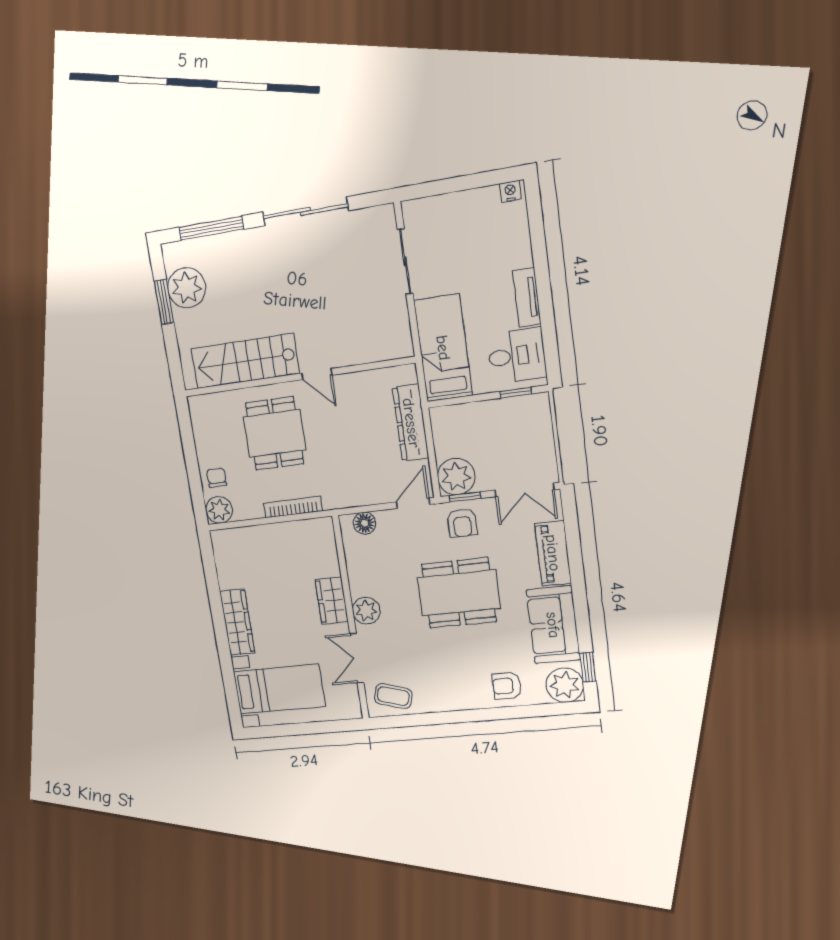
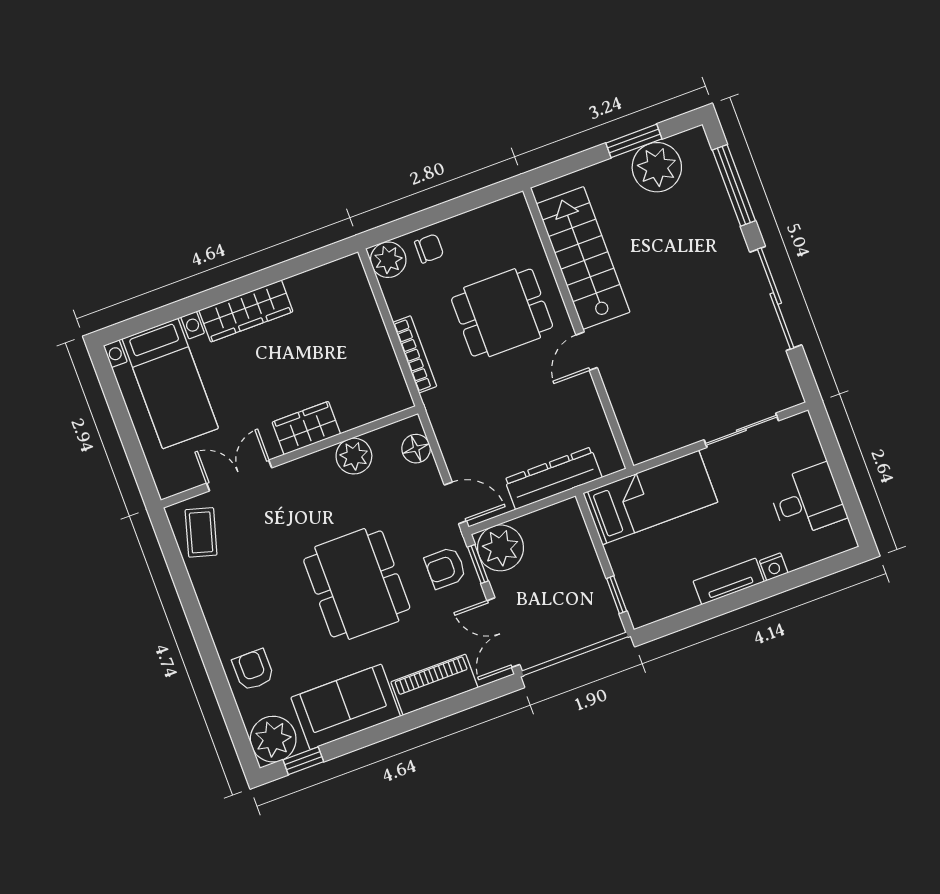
nightstand: (510, 191) -> (774, 567), moved, turned 90
desk: (517, 356) -> (807, 501), moved, turned -90
plant: (366, 611) -> (354, 456), moved

